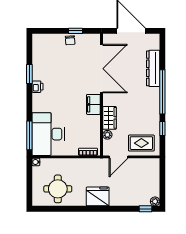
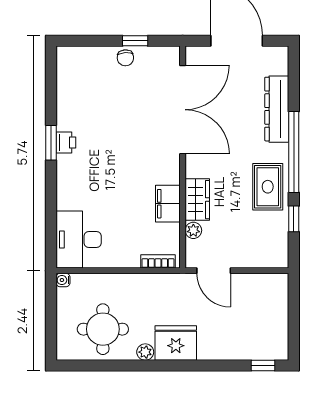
window: (29, 74) -> (51, 143), moved
filing cabinet: (93, 104) -> (168, 204), moved
desk: (48, 134) -> (79, 239), width x0.73, depth x0.77
window: (29, 135) -> (51, 231), removed
rug: (141, 143) -> (268, 187), moved, turned 90
door: (118, 157) -> (214, 271), hinge flipped
plant: (155, 201) -> (145, 352), moved

